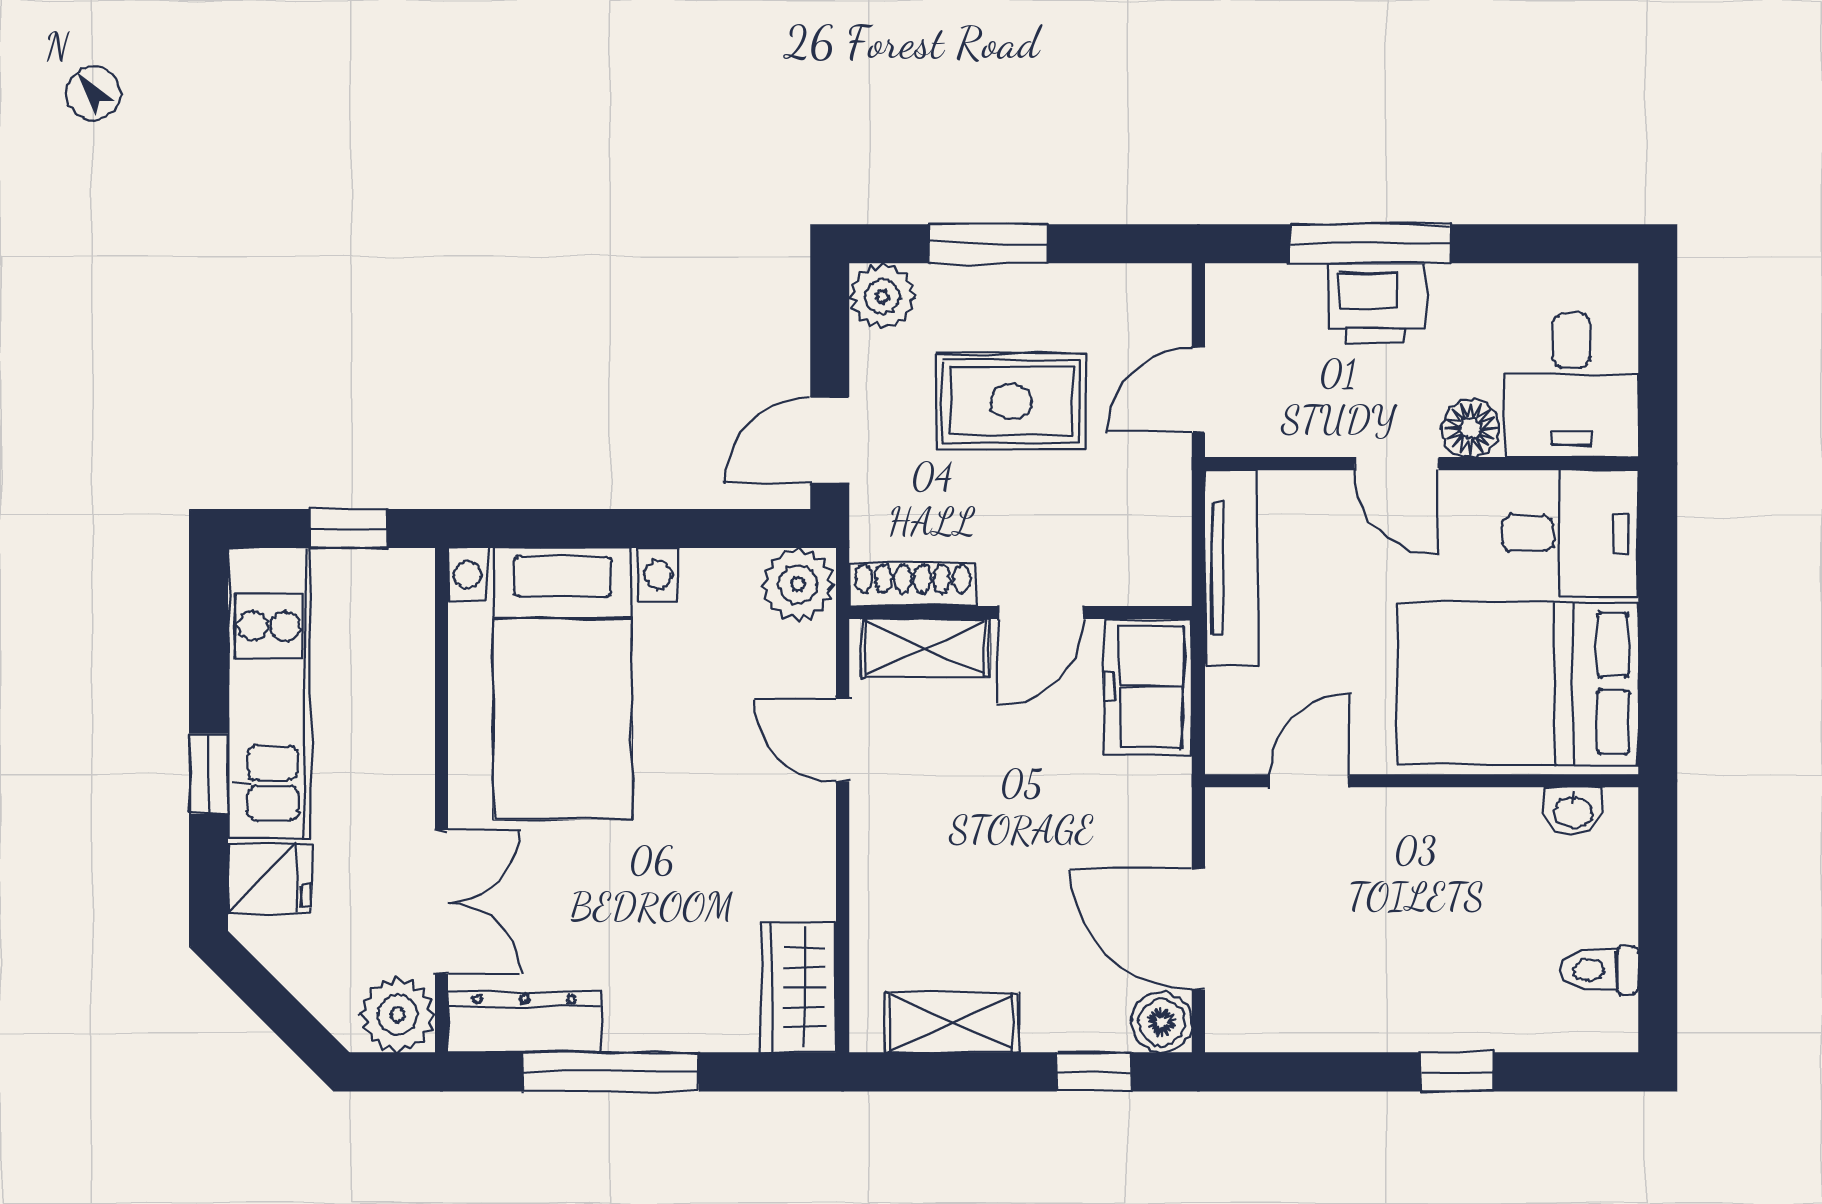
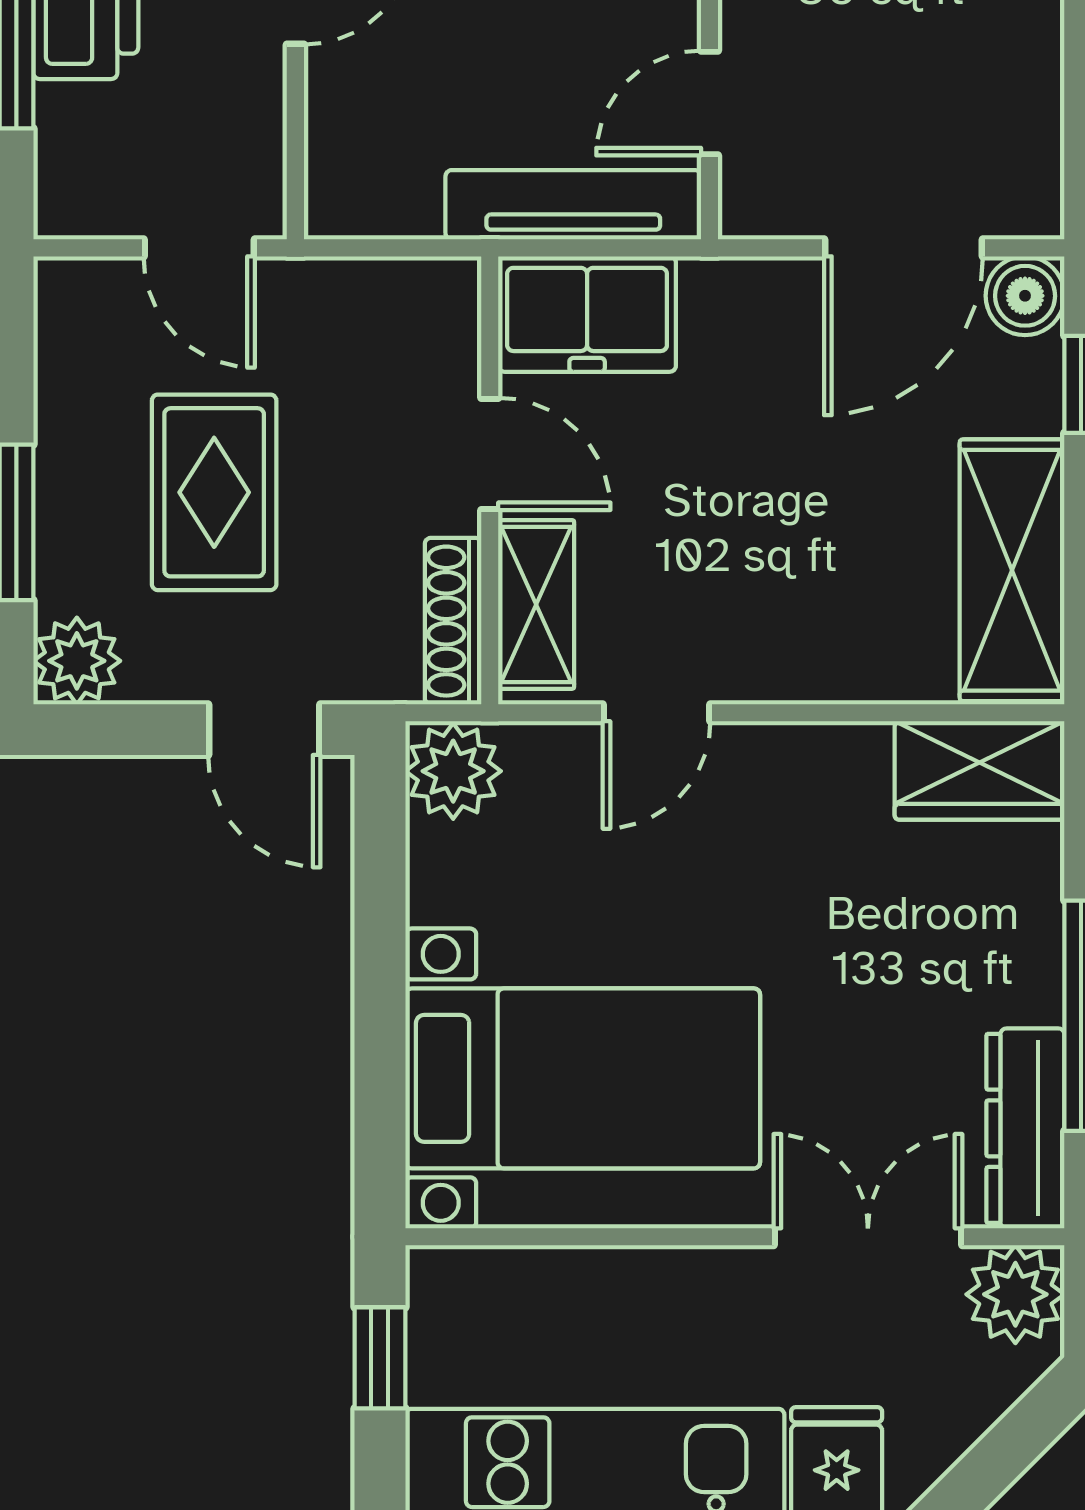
tv unit: (1231, 568) -> (573, 205), moved
door: (1309, 781) -> (710, 103), hinge flipped
shelving: (952, 1022) -> (1012, 570), width x1.50, depth x1.33

